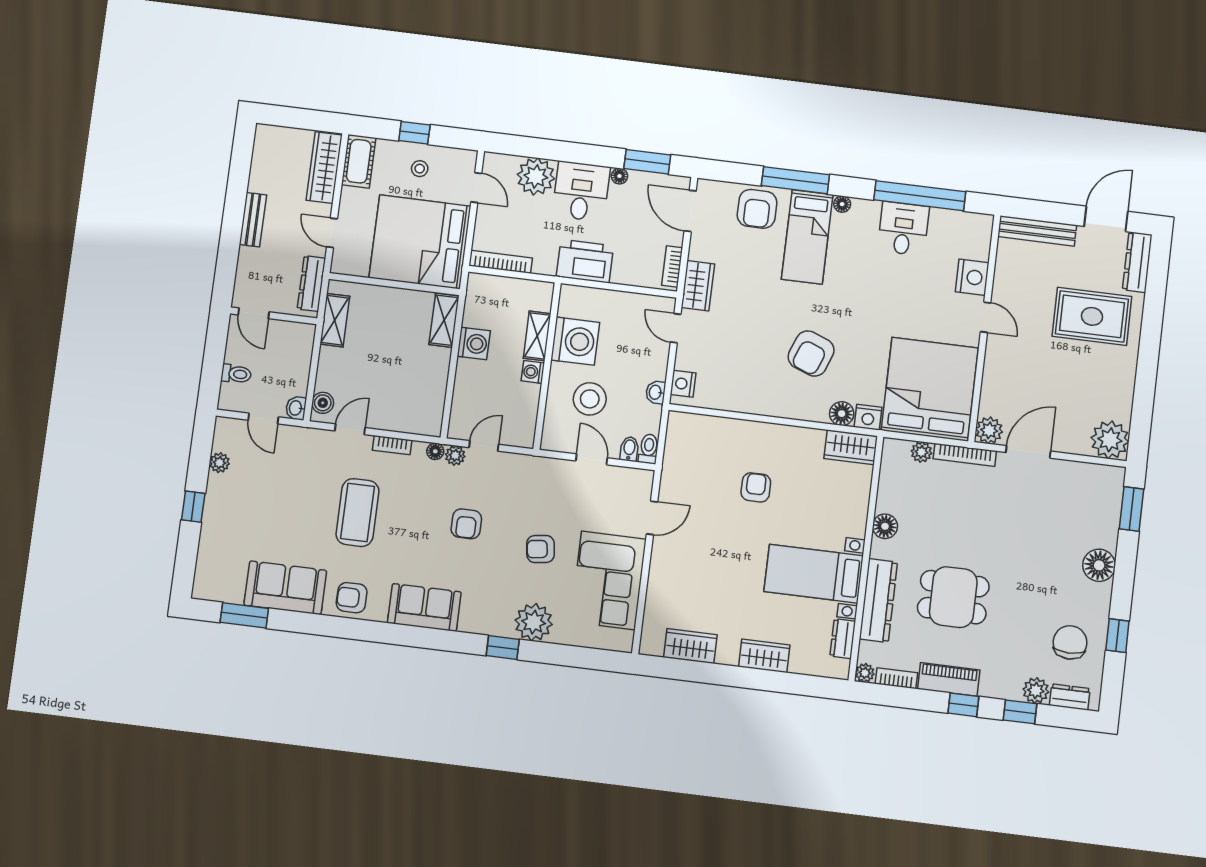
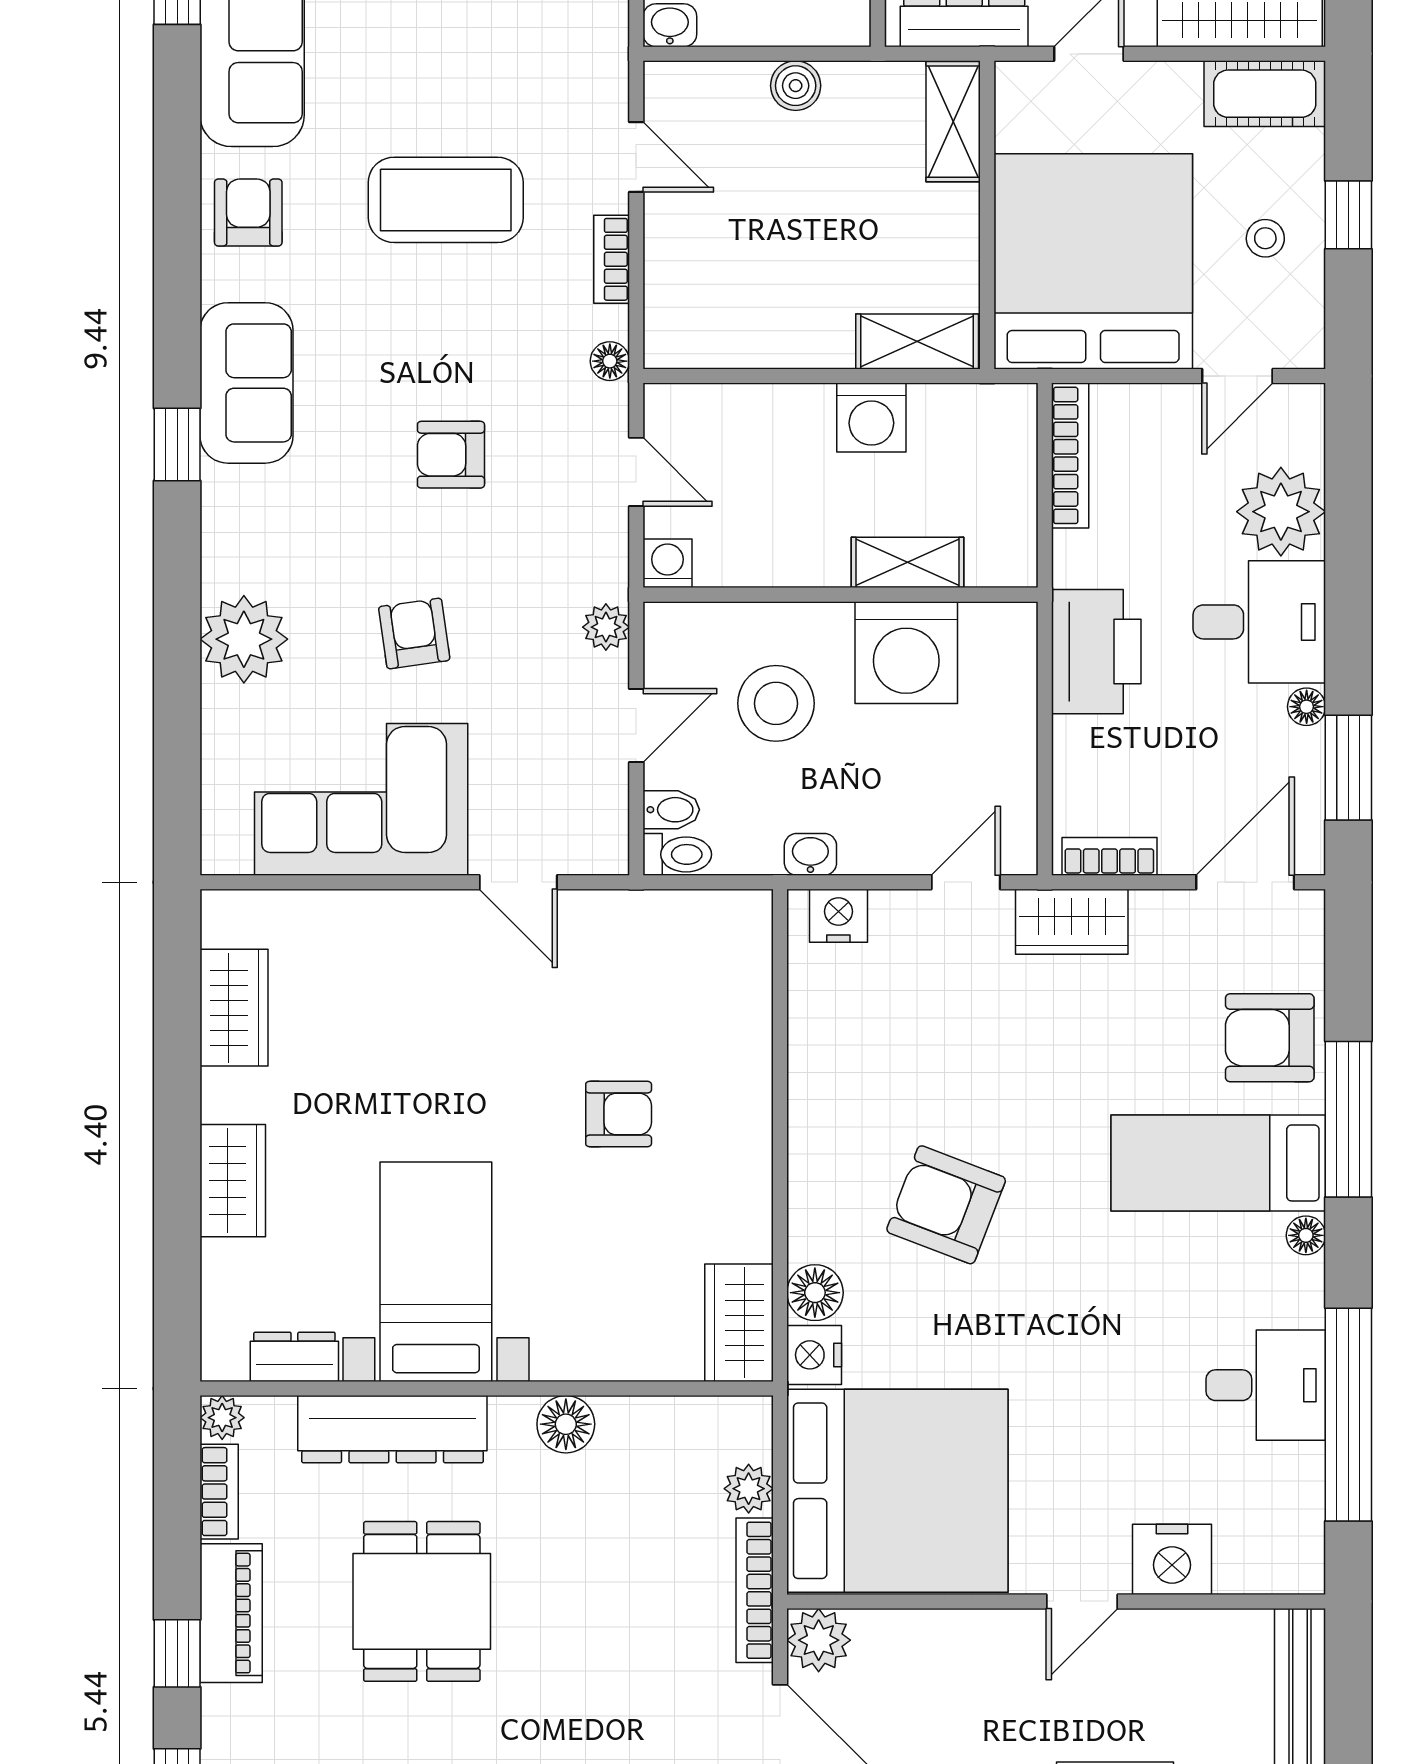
shelving: (335, 320) -> (953, 122), moved, turned 90
washing machine: (533, 372) -> (667, 563), moved
boiler: (323, 403) -> (796, 86), moved
plant: (455, 455) -> (606, 627), moved
window: (503, 647) -> (177, 444), moved

